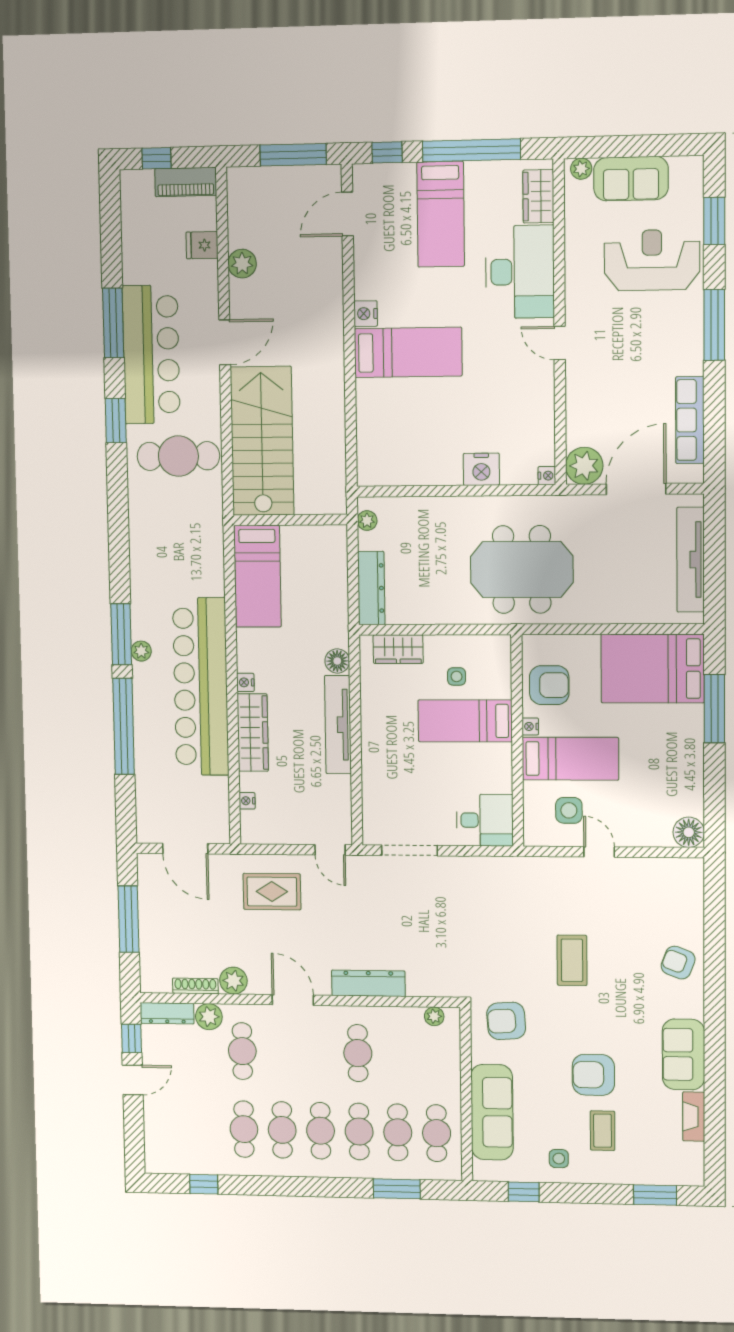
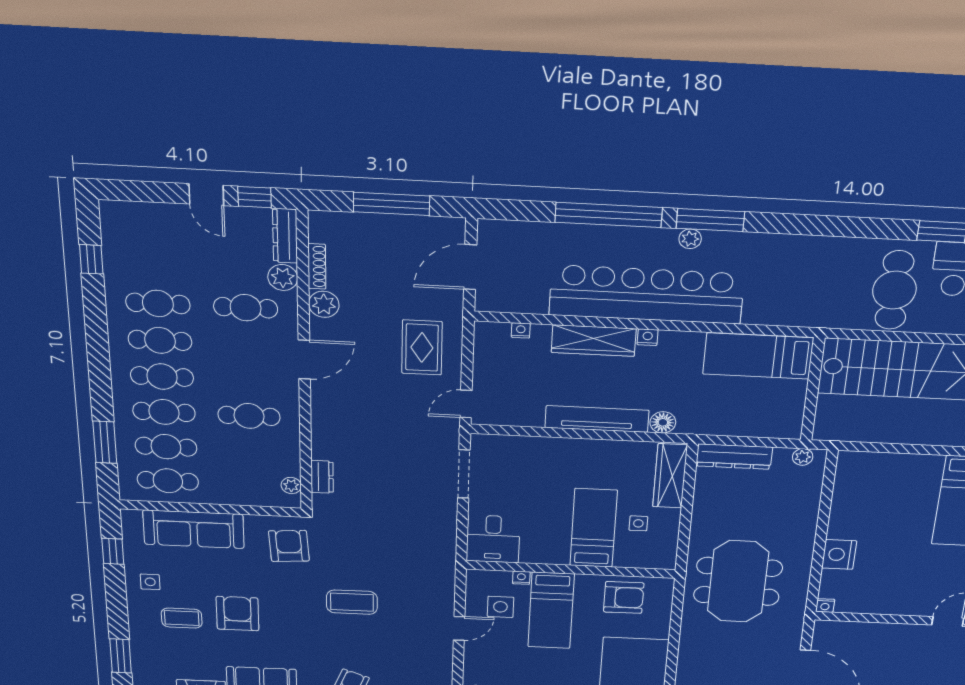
plant: (584, 466) -> (830, 634), removed
wardrobe: (398, 649) -> (670, 476), width x1.50
armchair: (549, 685) -> (624, 597), turned -90
nightstand: (530, 726) -> (521, 578), moved
dresser: (368, 983) -> (322, 477), moved, width x0.51, depth x0.80

